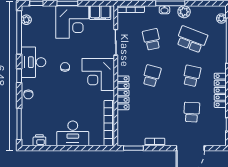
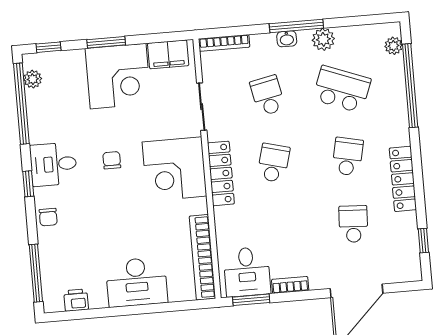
desk: (34, 62) -> (53, 164), width x0.73
locker: (123, 93) -> (221, 173), moved
desk: (132, 133) -> (247, 272), added

